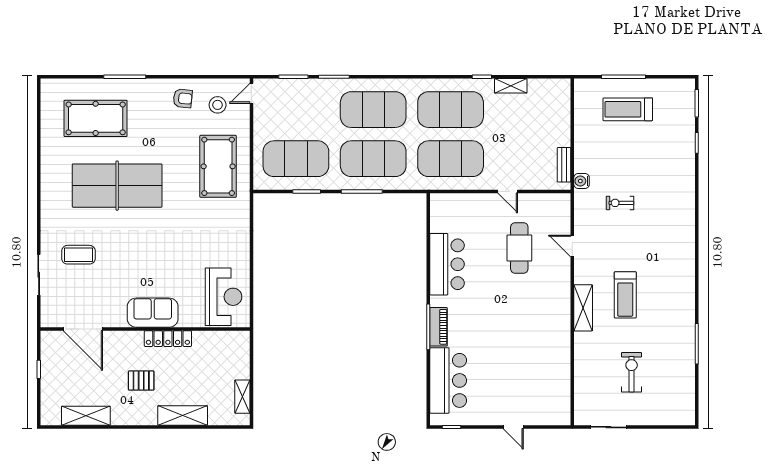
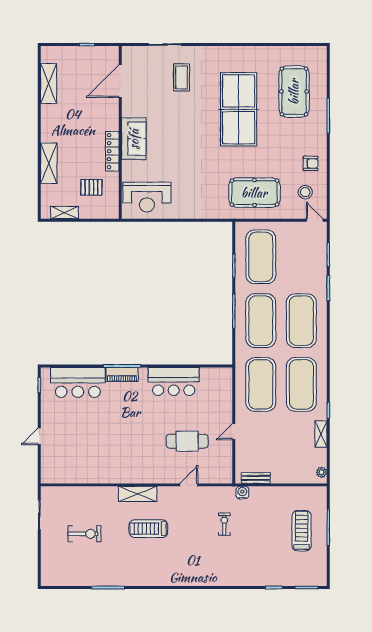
plant: (557, 85) -> (322, 472), added
armchair: (183, 98) -> (311, 163), turned -96
pallet: (141, 381) -> (91, 187), moved, turned 90

